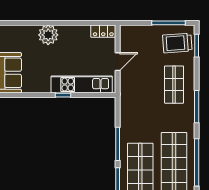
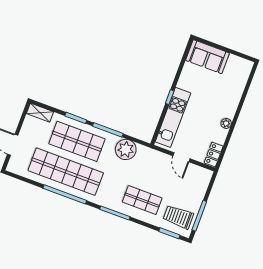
plant: (48, 35) -> (226, 123), moved, width x0.53, depth x0.53
trolley: (177, 43) -> (178, 217), turned -86
plant: (130, 119) -> (126, 149), added

